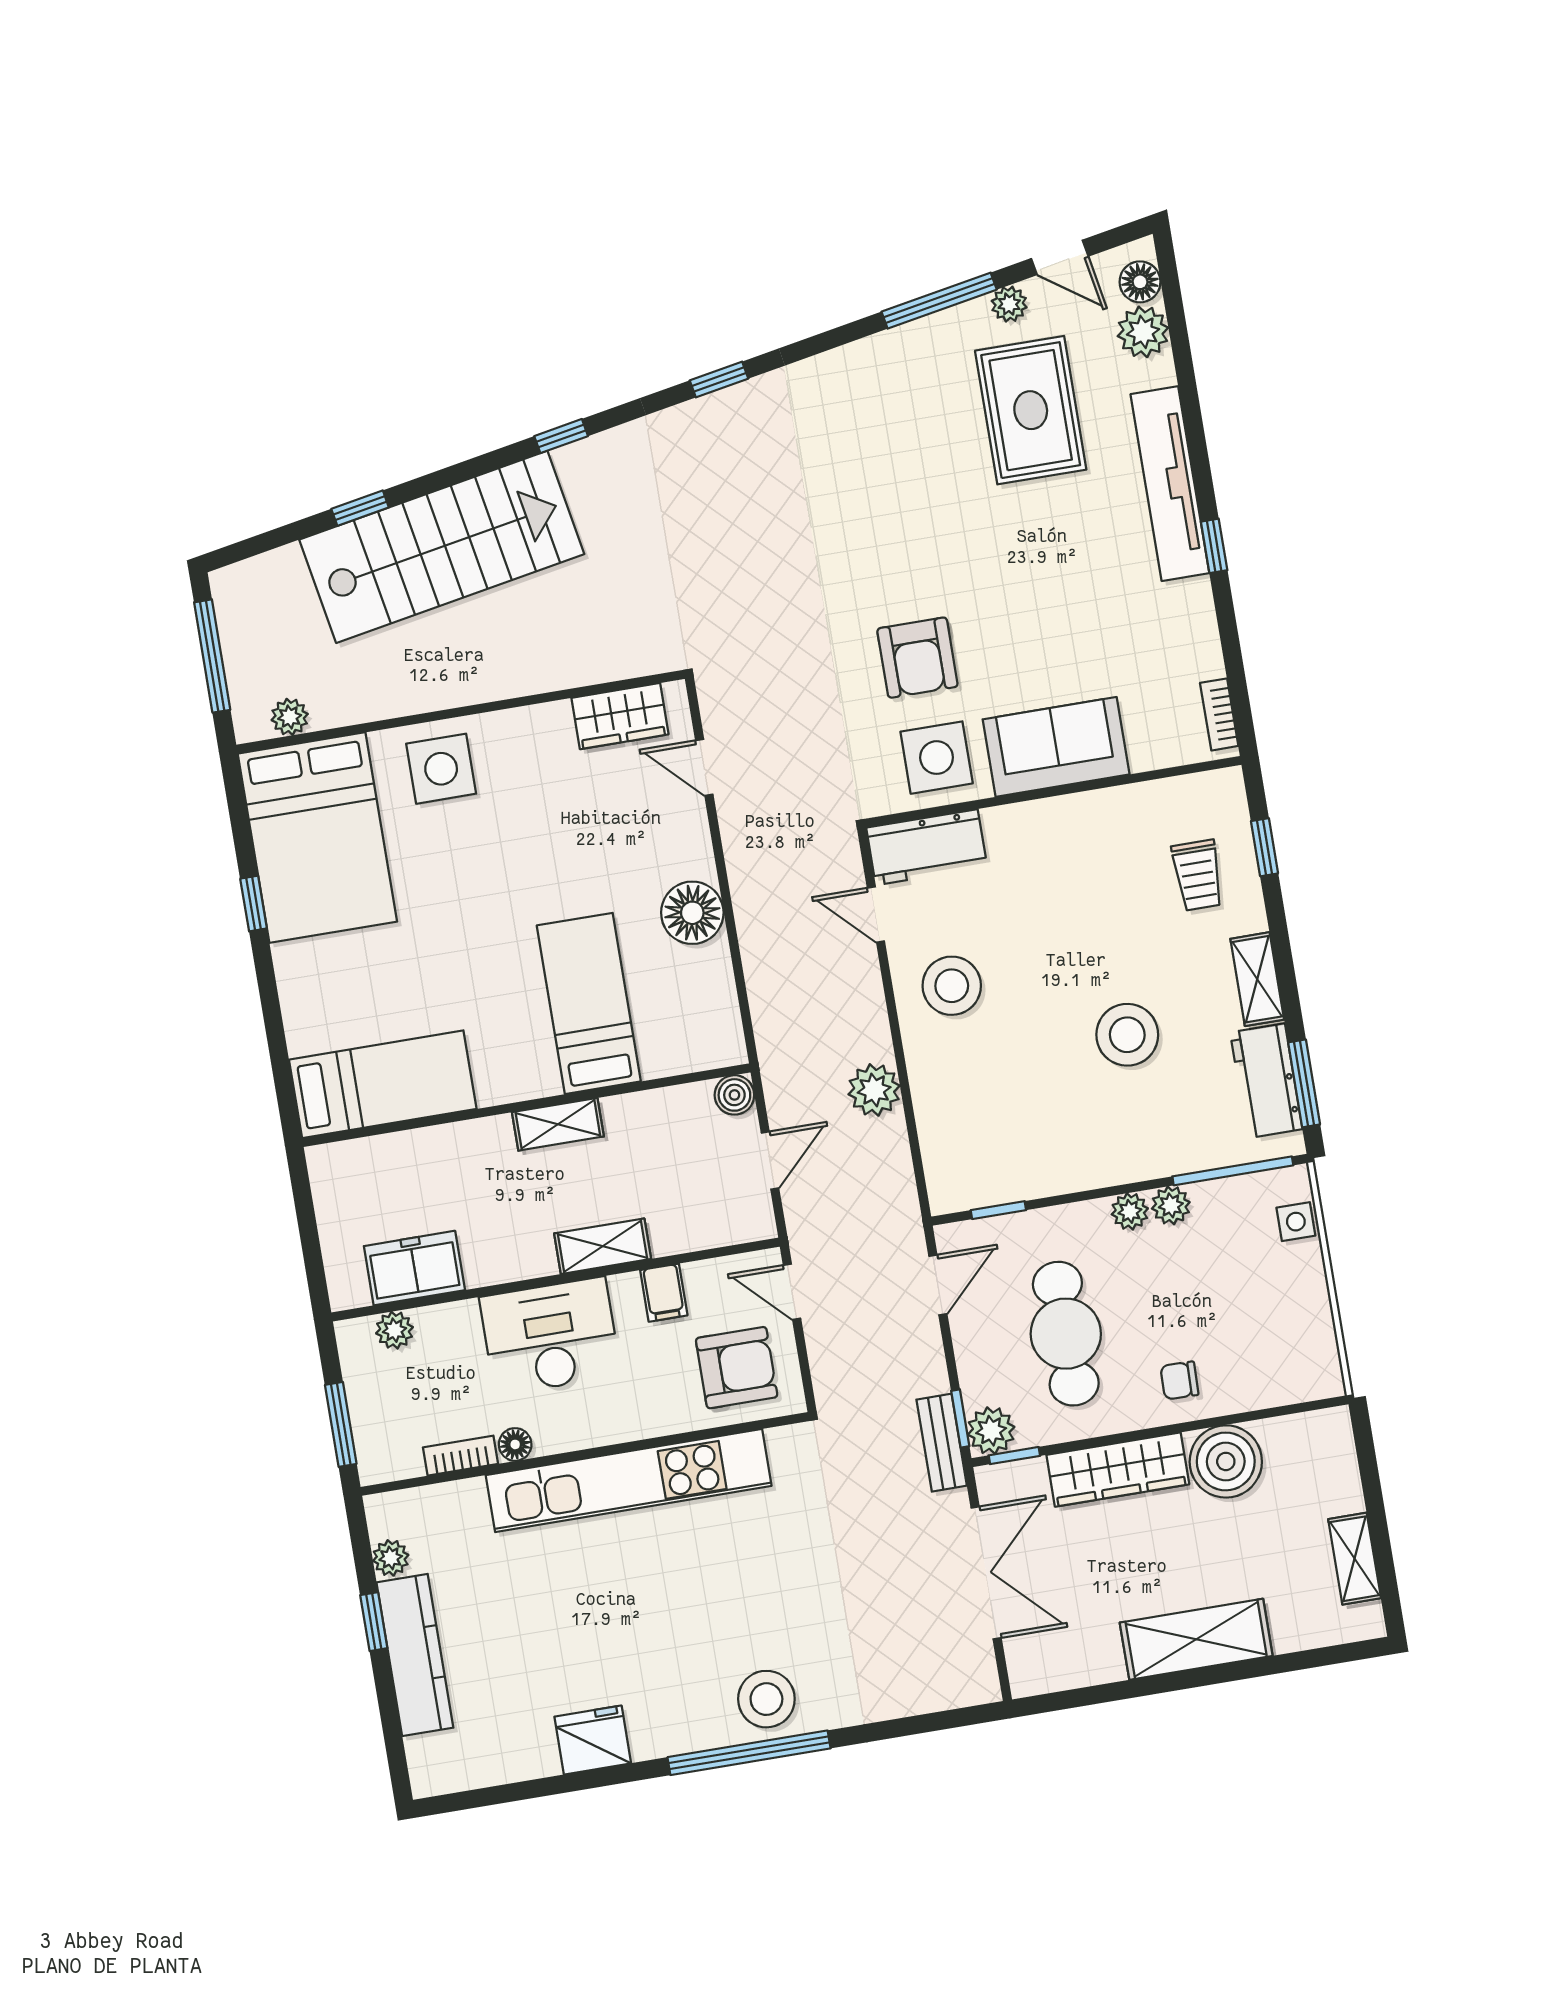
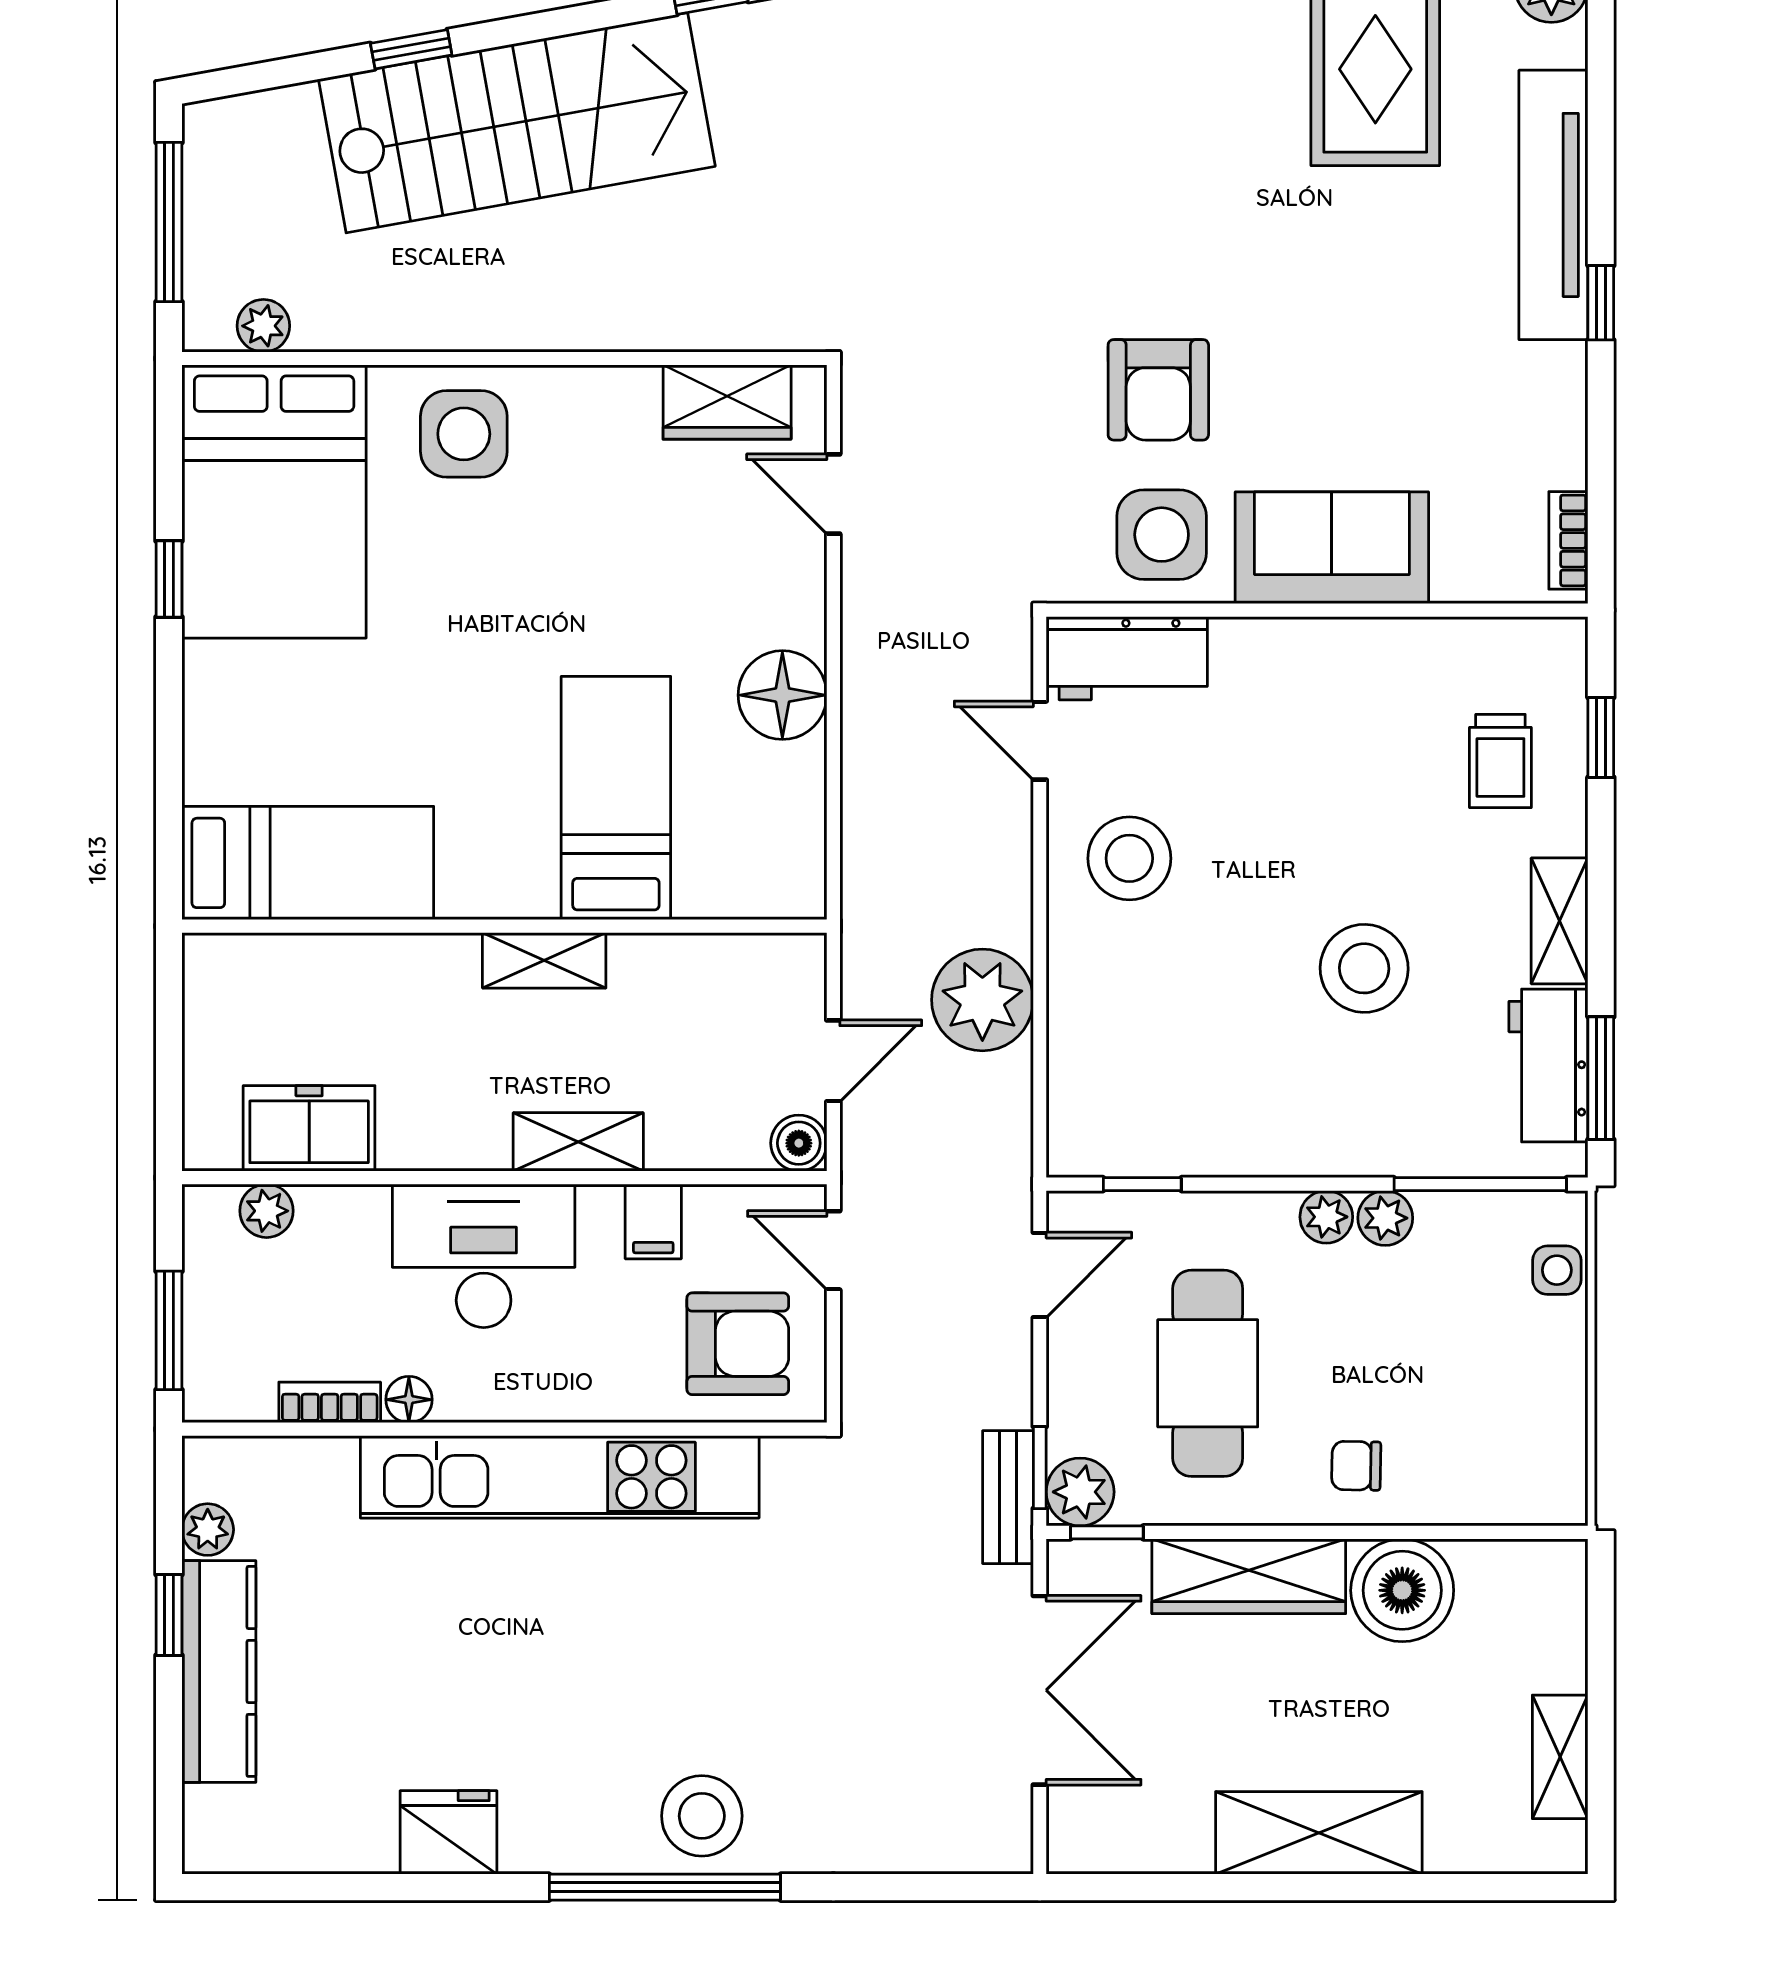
plant: (874, 1090) -> (982, 1000), width x1.36, depth x1.36
boiler: (734, 1095) -> (799, 1143), moved

